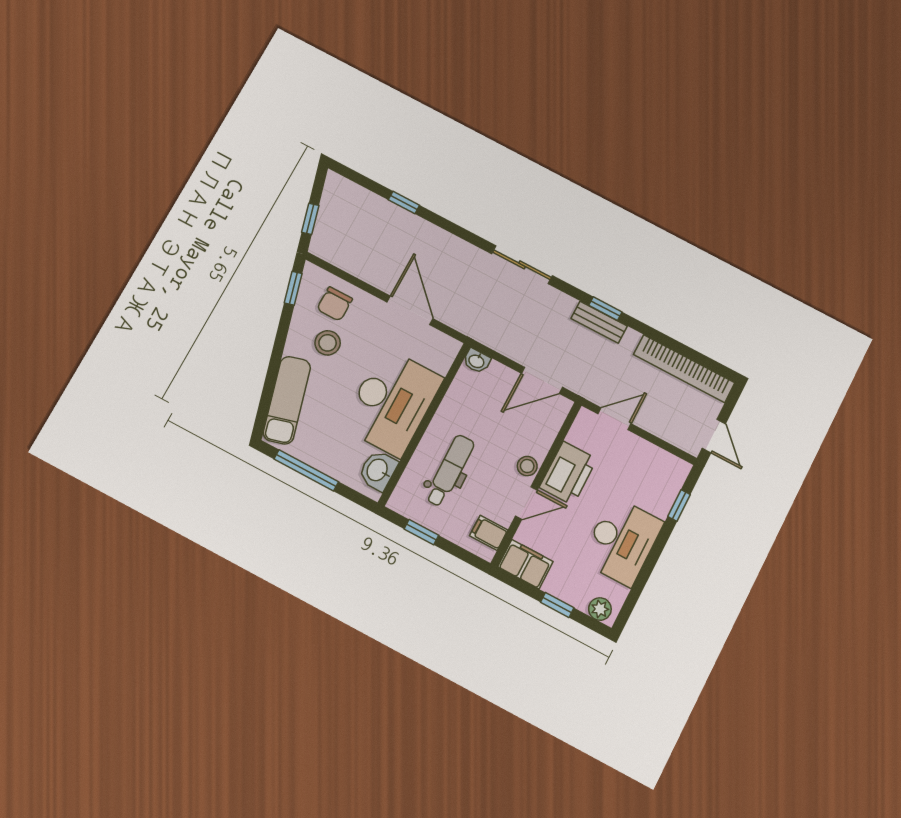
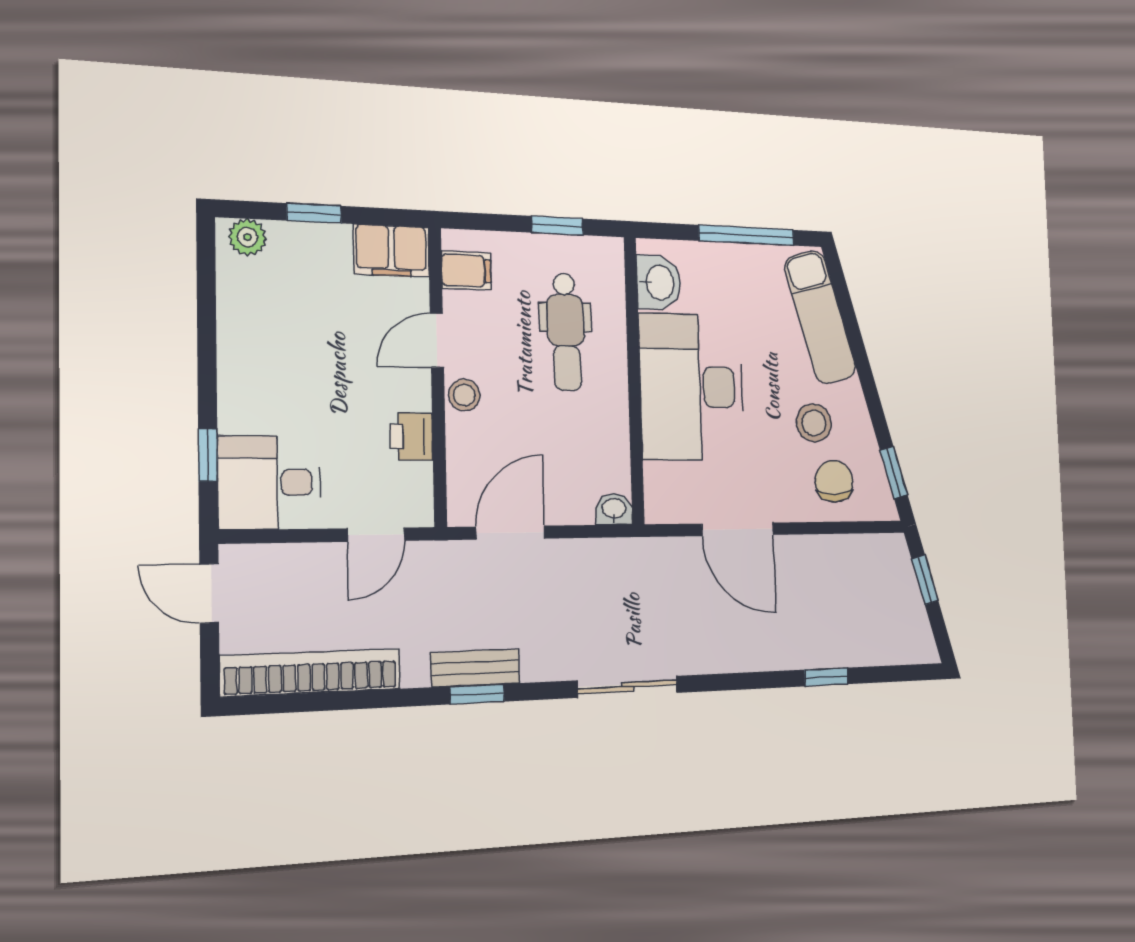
printer: (568, 473) -> (411, 437), width x0.53, depth x0.68
desk: (622, 541) -> (269, 483), moved, width x0.73

